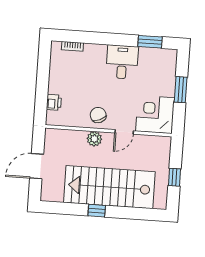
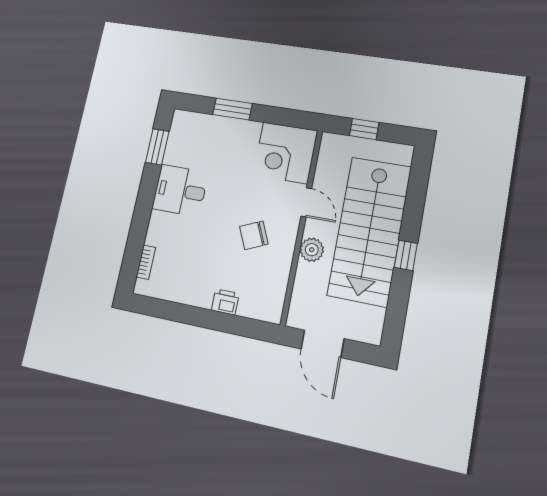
corner desk: (155, 114) -> (285, 153), moved
wall: (108, 131) -> (302, 226), moved
door: (124, 132) -> (306, 202), moved
plant: (94, 139) -> (312, 250), moved

